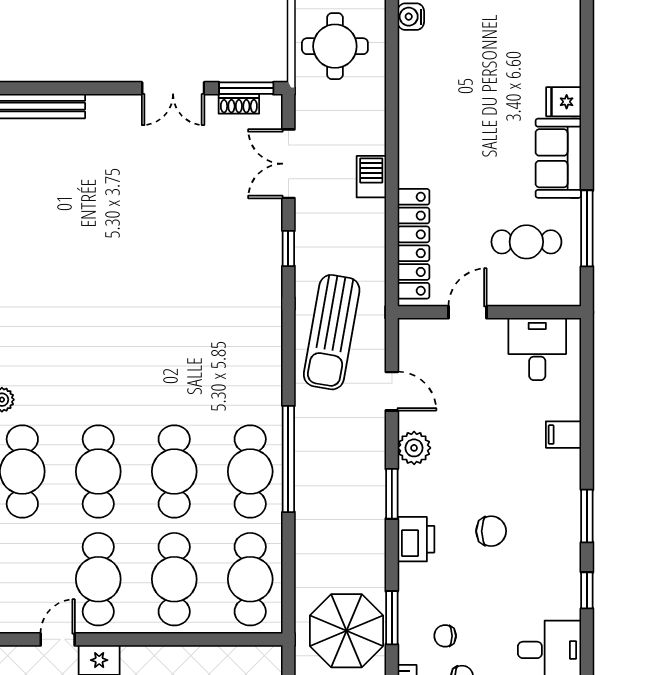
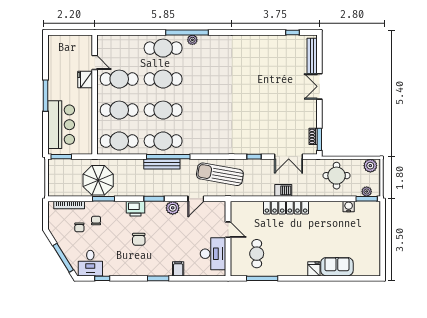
double door: (173, 88) -> (319, 86), moved
sofa: (558, 158) -> (337, 267), moved
double door: (288, 164) -> (289, 157), swing flipped
locker: (413, 244) -> (286, 208), moved
desk: (537, 349) -> (213, 254), width x1.37
bench: (306, 474) -> (162, 164), added
window: (587, 516) -> (158, 278), moved
window: (587, 590) -> (102, 278), moved

